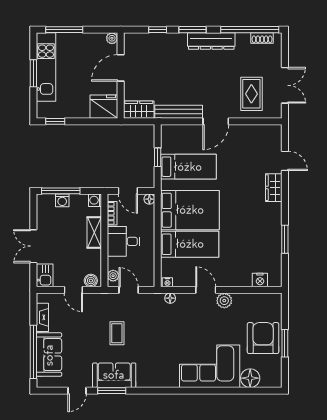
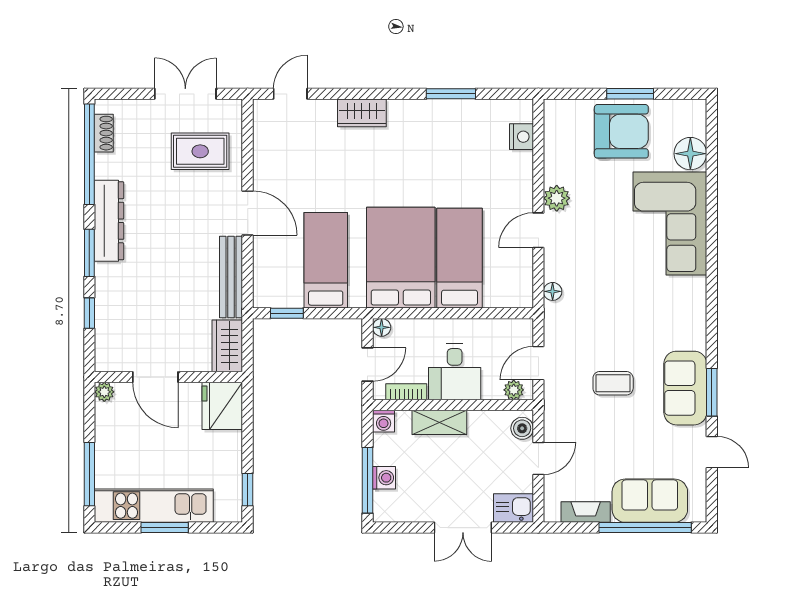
window: (158, 157) -> (287, 313), moved
door: (285, 161) -> (290, 94), moved
nightstand: (167, 282) -> (525, 296), removed
armchair: (263, 338) -> (621, 131), turned 180

